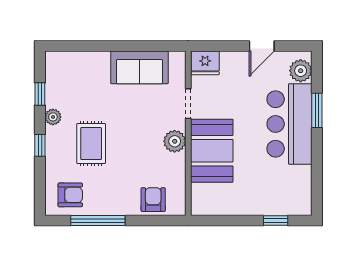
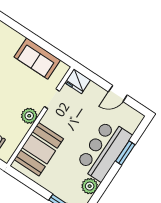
plant: (301, 71) -> (90, 186), moved
booth: (212, 151) -> (39, 149), moved

